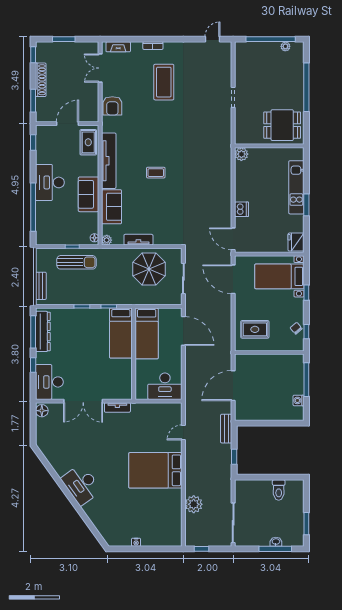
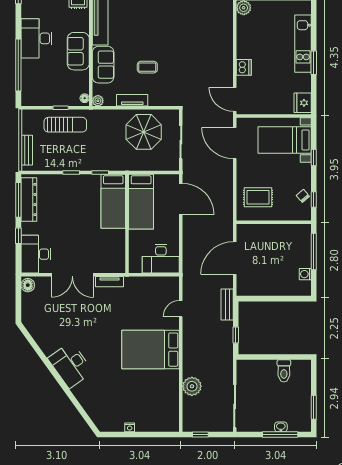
coffee table: (156, 173) -> (147, 67), moved

